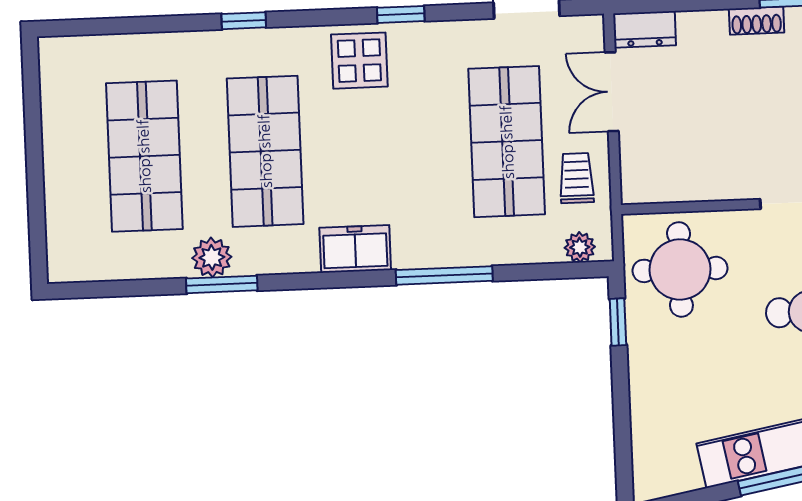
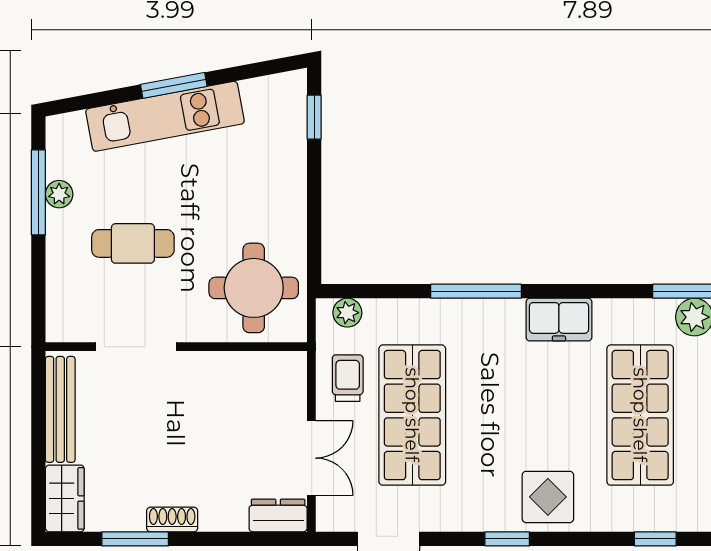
trolley: (577, 178) -> (348, 378), turned 180
window: (618, 322) -> (314, 117), moved

